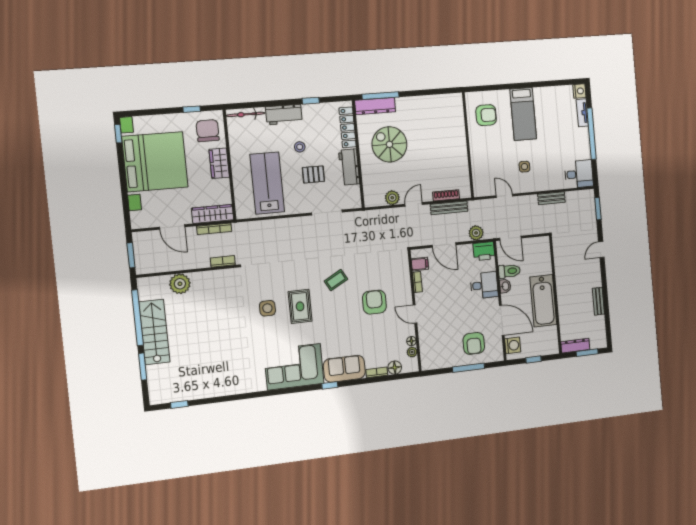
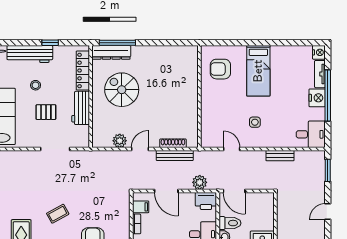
workbench: (284, 115) -> (30, 54), width x1.38
armchair: (486, 115) -> (220, 69), turned 180
nightstand: (582, 137) -> (317, 98), added

